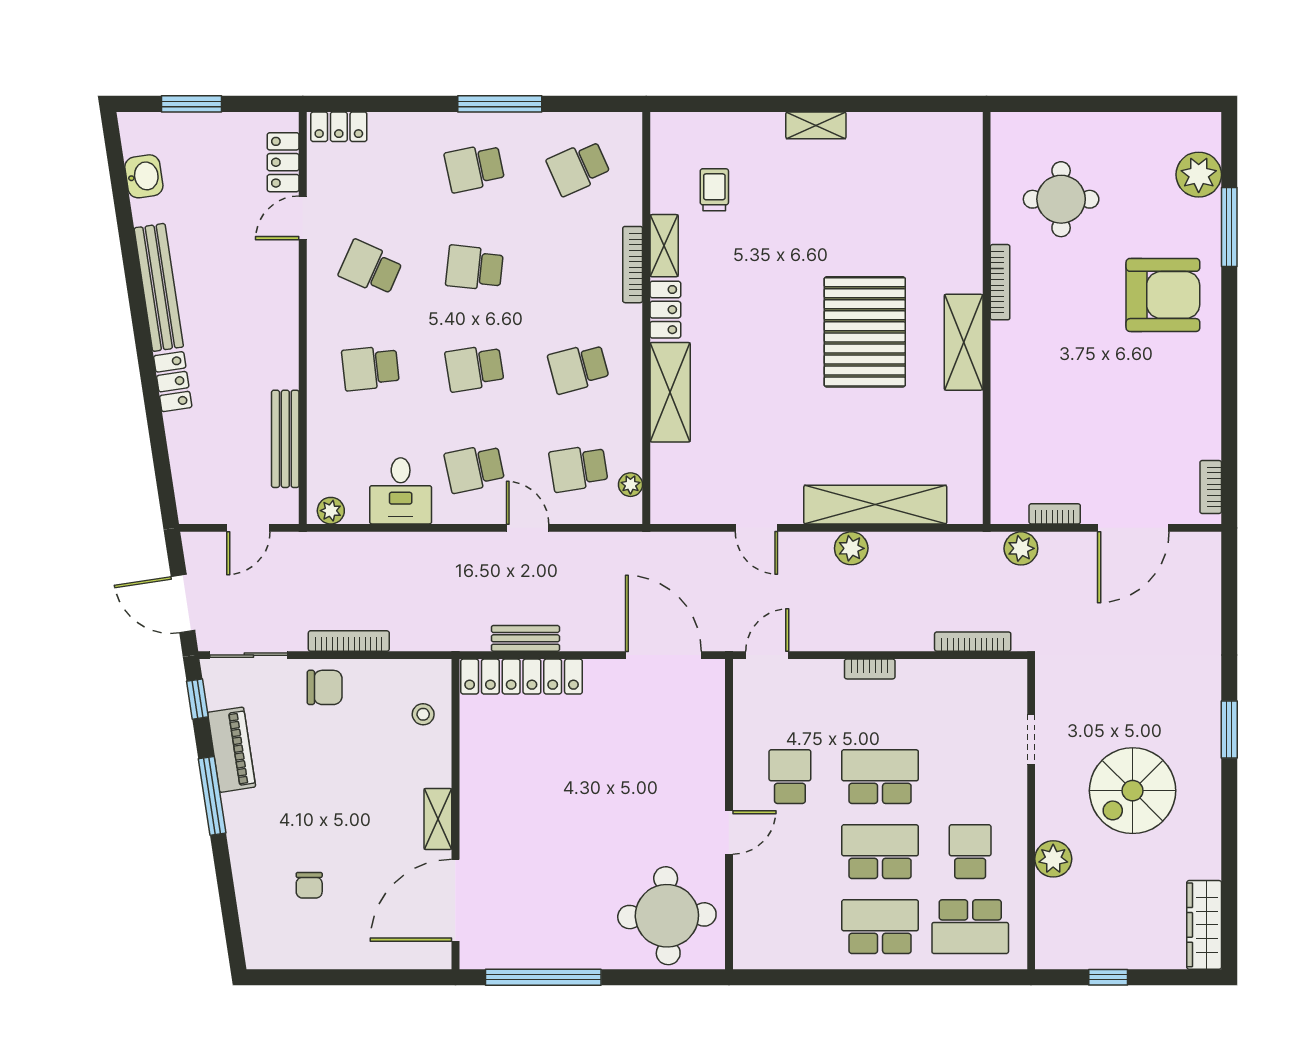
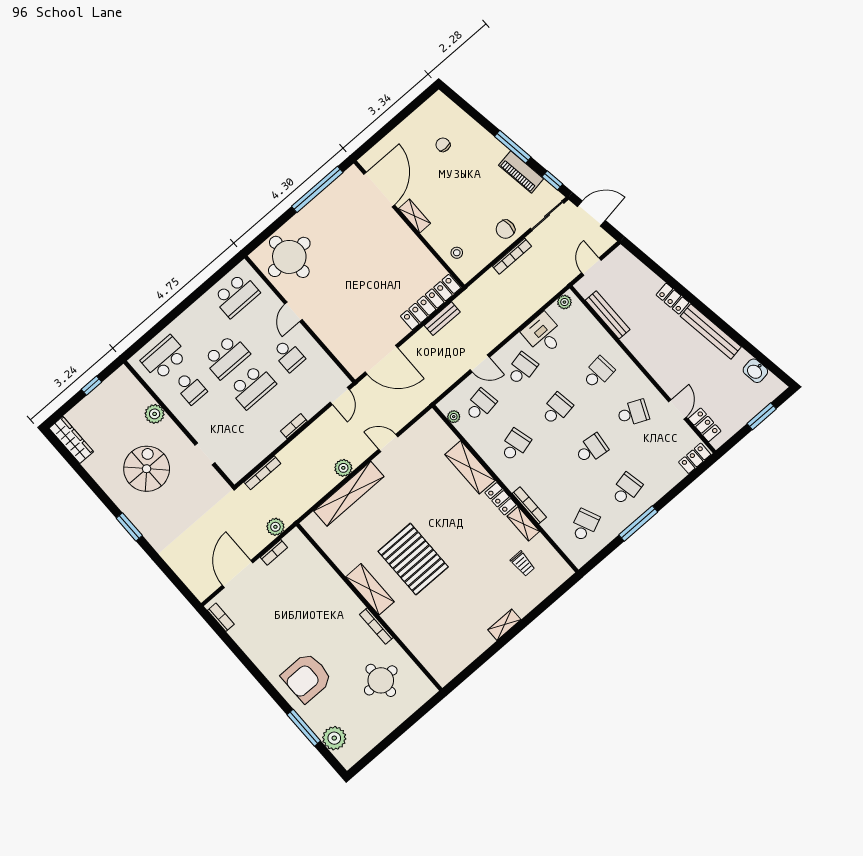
school desk: (880, 927) -> (236, 295), moved

